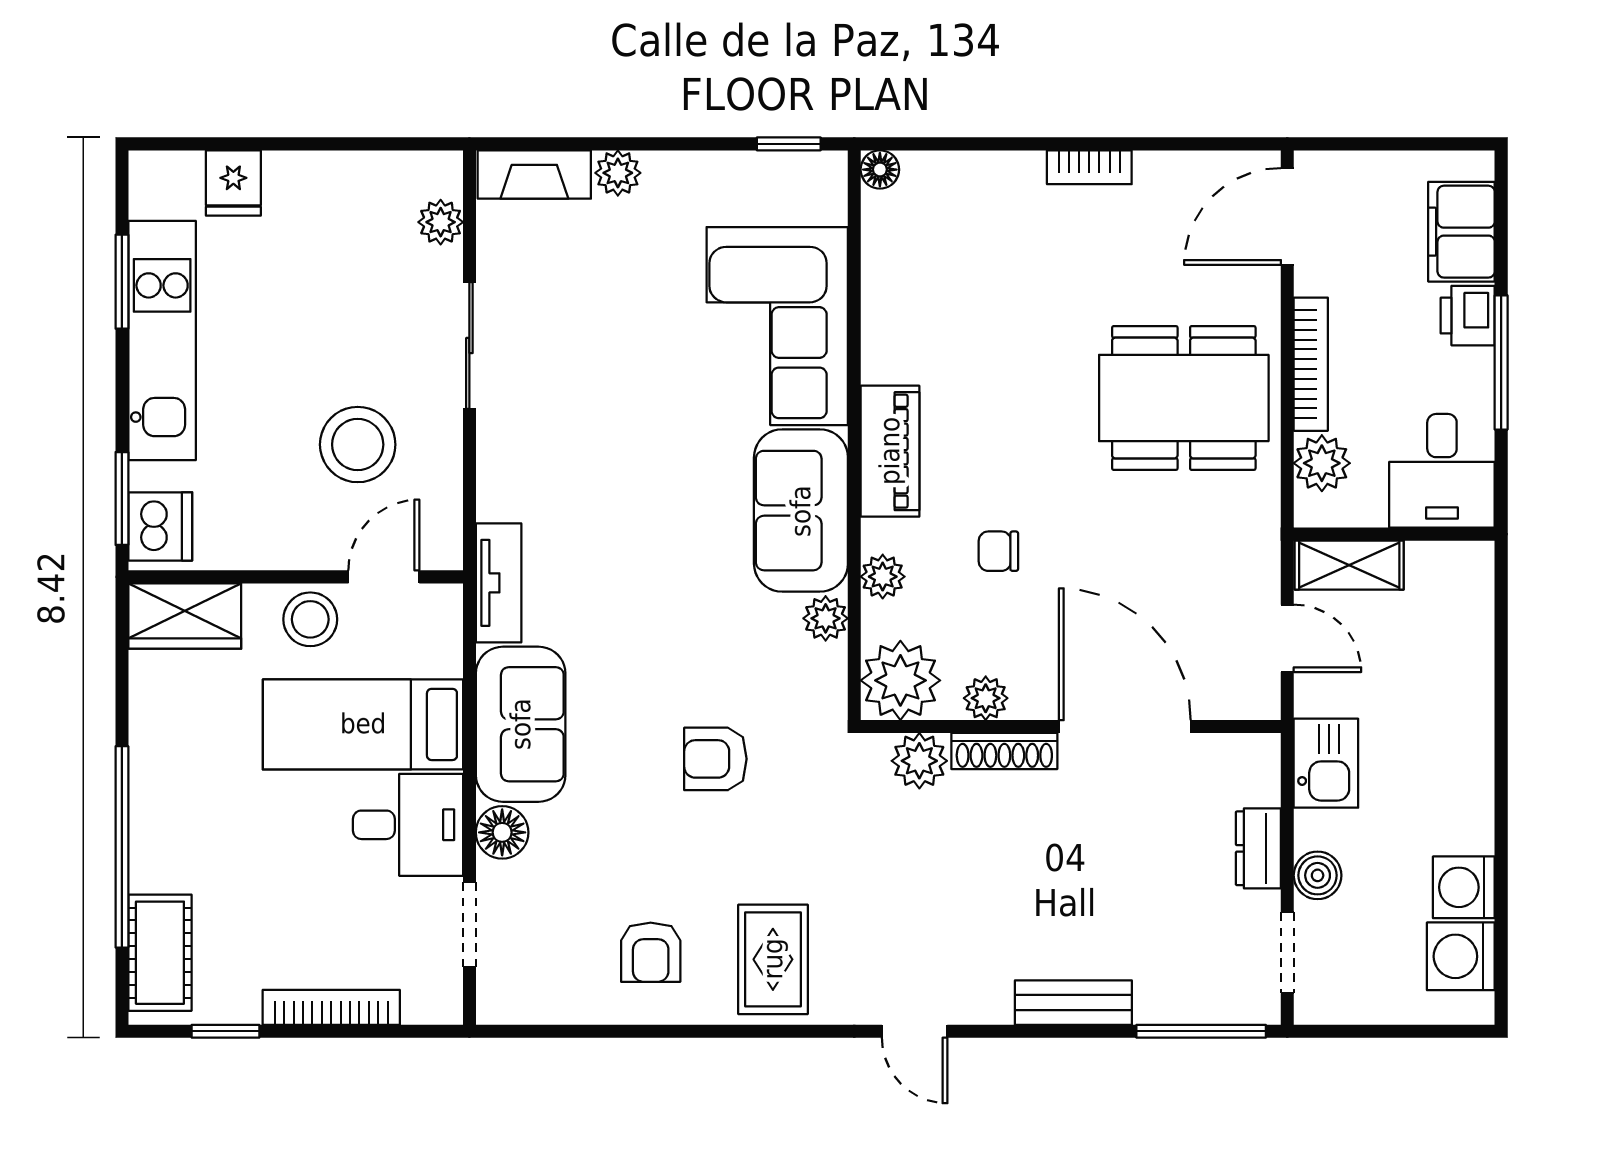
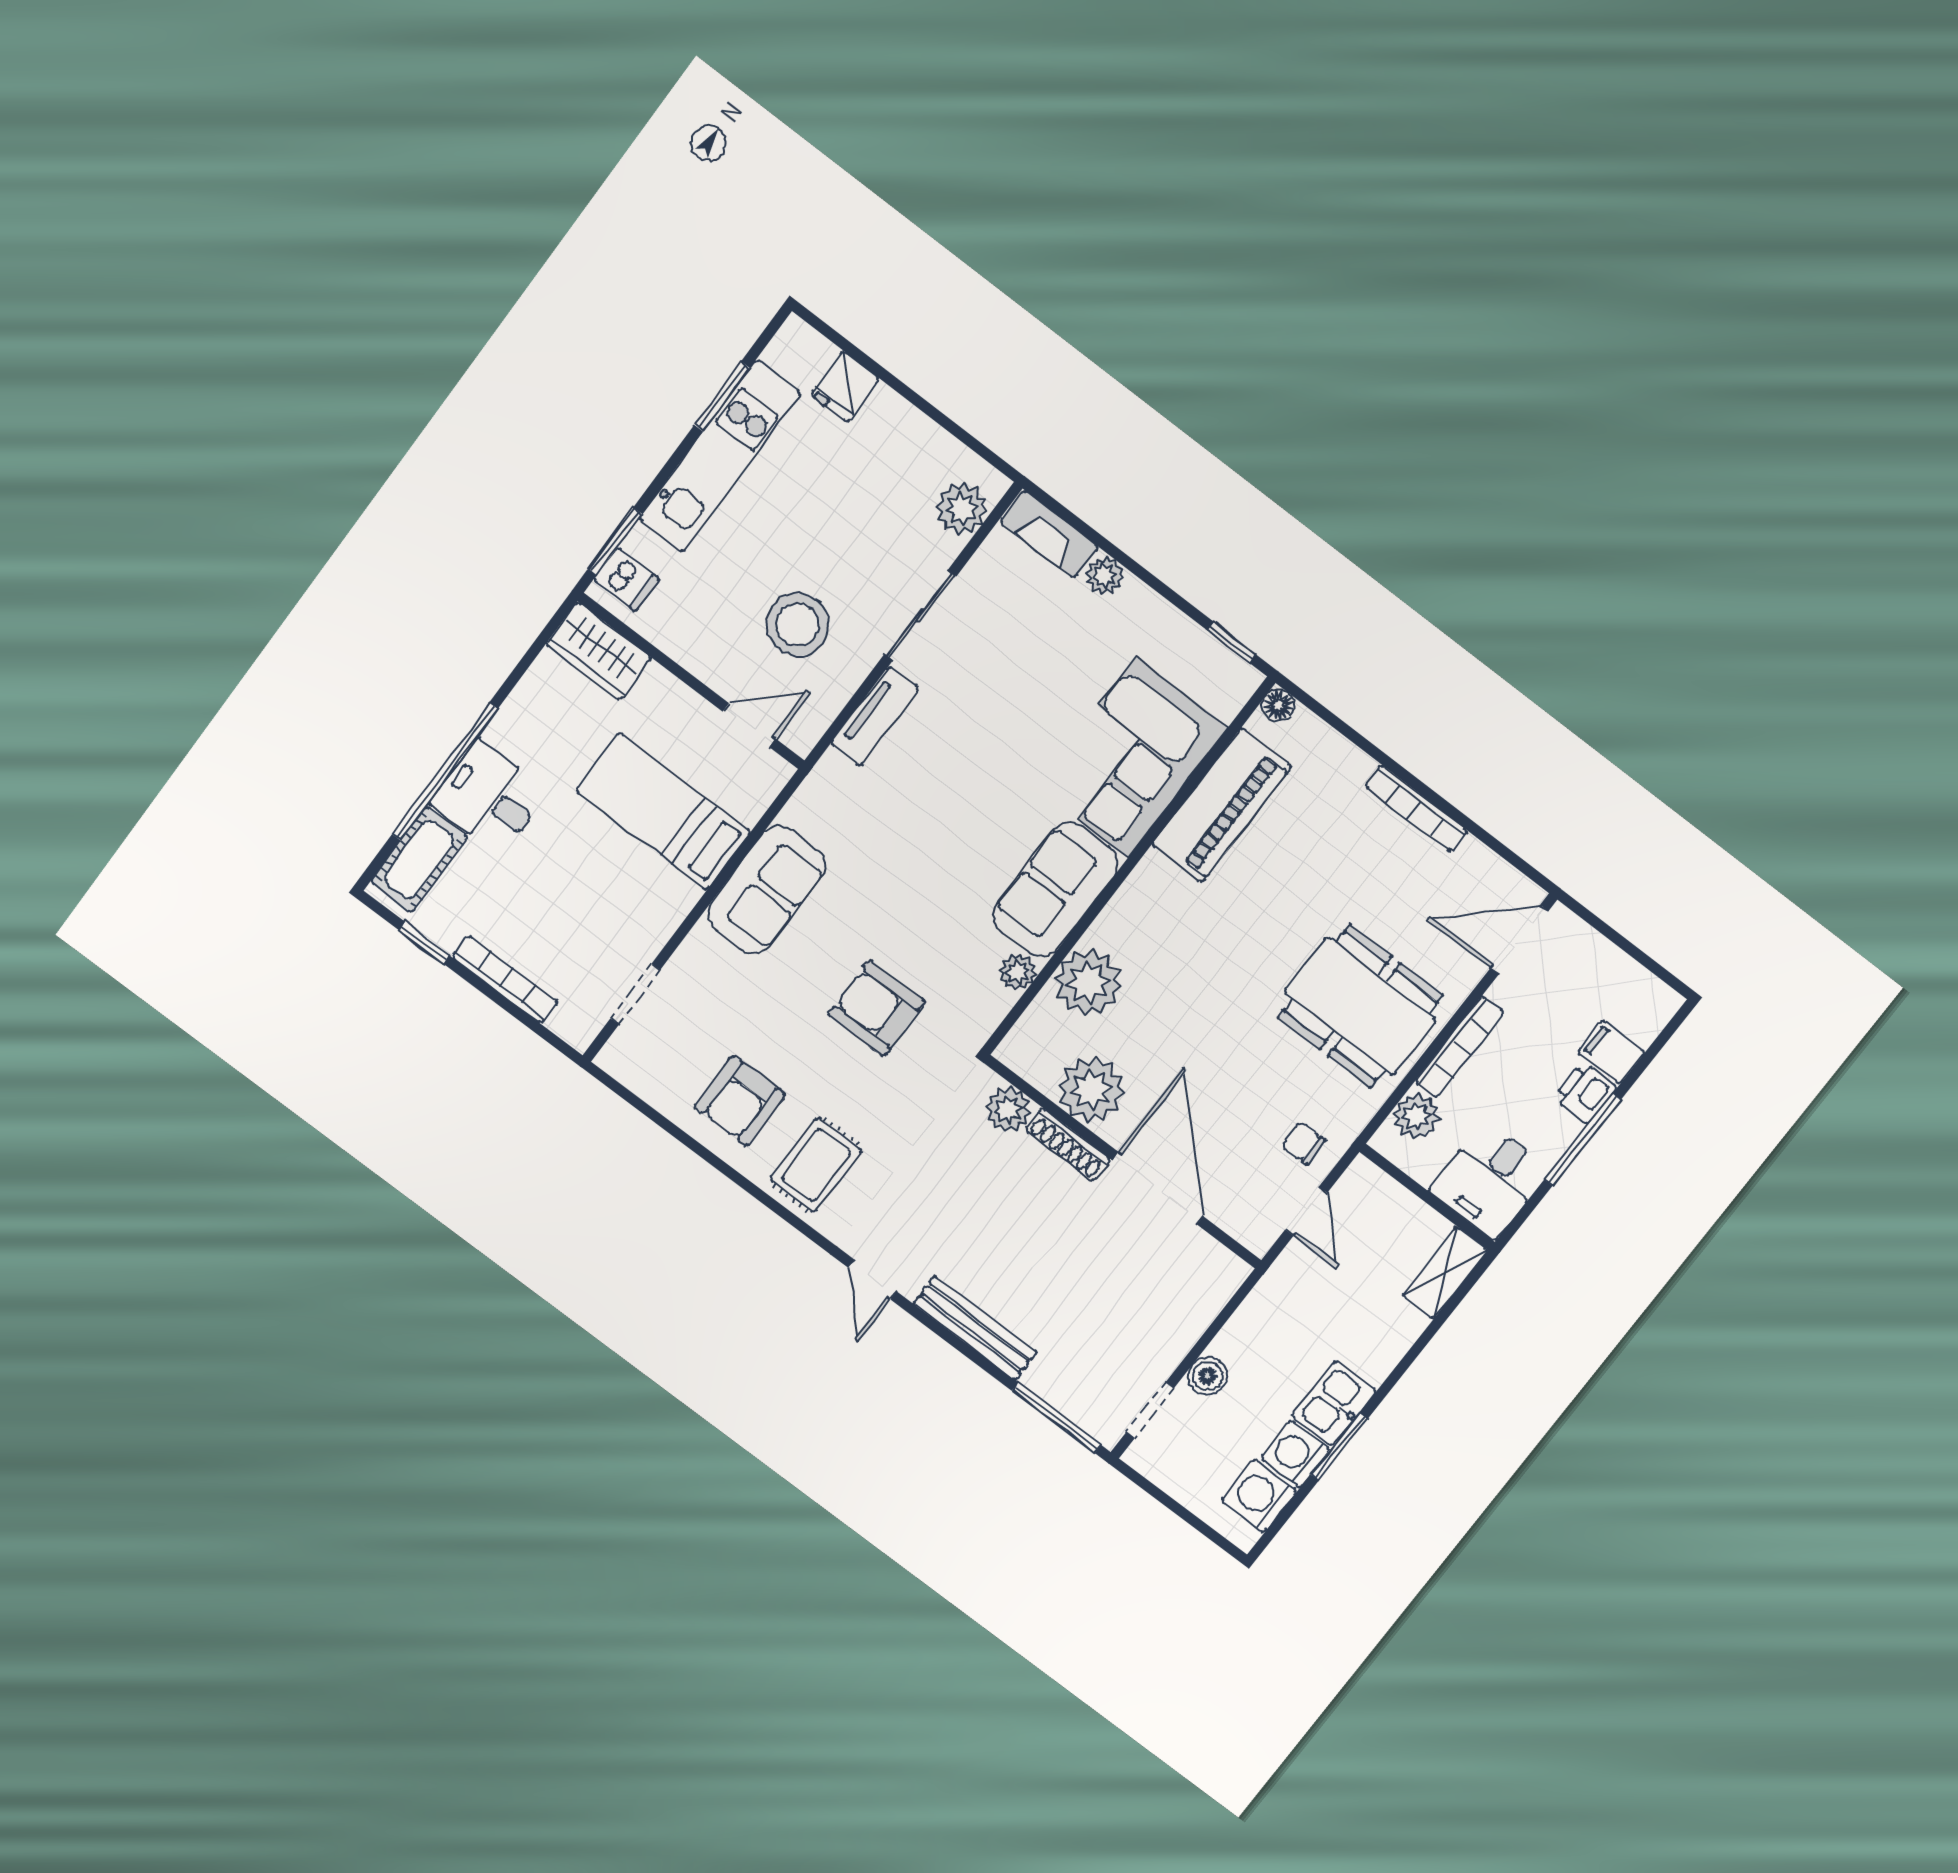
bookcase: (1089, 167) -> (1416, 809), width x1.56
plant: (441, 222) -> (962, 509), width x1.38, depth x1.38
filing cabinet: (1461, 232) -> (1611, 1052), width x0.50
piano: (890, 451) -> (1222, 806), moved, width x1.37, depth x1.33
dishwasher: (160, 526) -> (626, 579), width x0.73
chair: (998, 551) -> (1304, 1143), moved
shelving: (1349, 565) -> (1445, 1273), moved, turned 90
plant: (883, 577) -> (1088, 982), width x1.88, depth x1.88
tv unit: (499, 583) -> (875, 716), moved
stool: (310, 619) -> (680, 716), removed
plant: (900, 680) -> (1036, 1049), removed
plant: (986, 698) -> (1091, 1090), width x1.87, depth x1.87
armchair: (715, 759) -> (877, 1008), width x1.38, depth x1.38
kitchen sink: (1326, 763) -> (1334, 1403), moved, turned 180
desk: (408, 825) -> (489, 797), moved, turned 180
floor lamp: (502, 832) -> (702, 951), removed
window: (1501, 847) -> (1339, 1447), added
dresser: (1258, 848) -> (1183, 1330), removed
armchair: (651, 952) -> (740, 1101), width x1.38, depth x1.38
bench: (1073, 1003) -> (975, 1328), width x1.36

